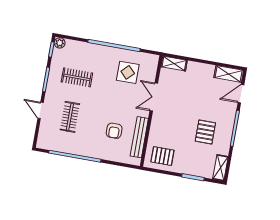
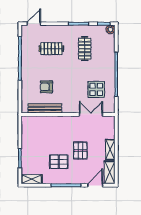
shelving: (174, 64) -> (110, 150), moved
door: (241, 94) -> (95, 185), hinge flipped
double door: (154, 97) -> (91, 114), moved
door: (41, 110) -> (34, 24), moved
pallet: (162, 156) -> (80, 151), moved

